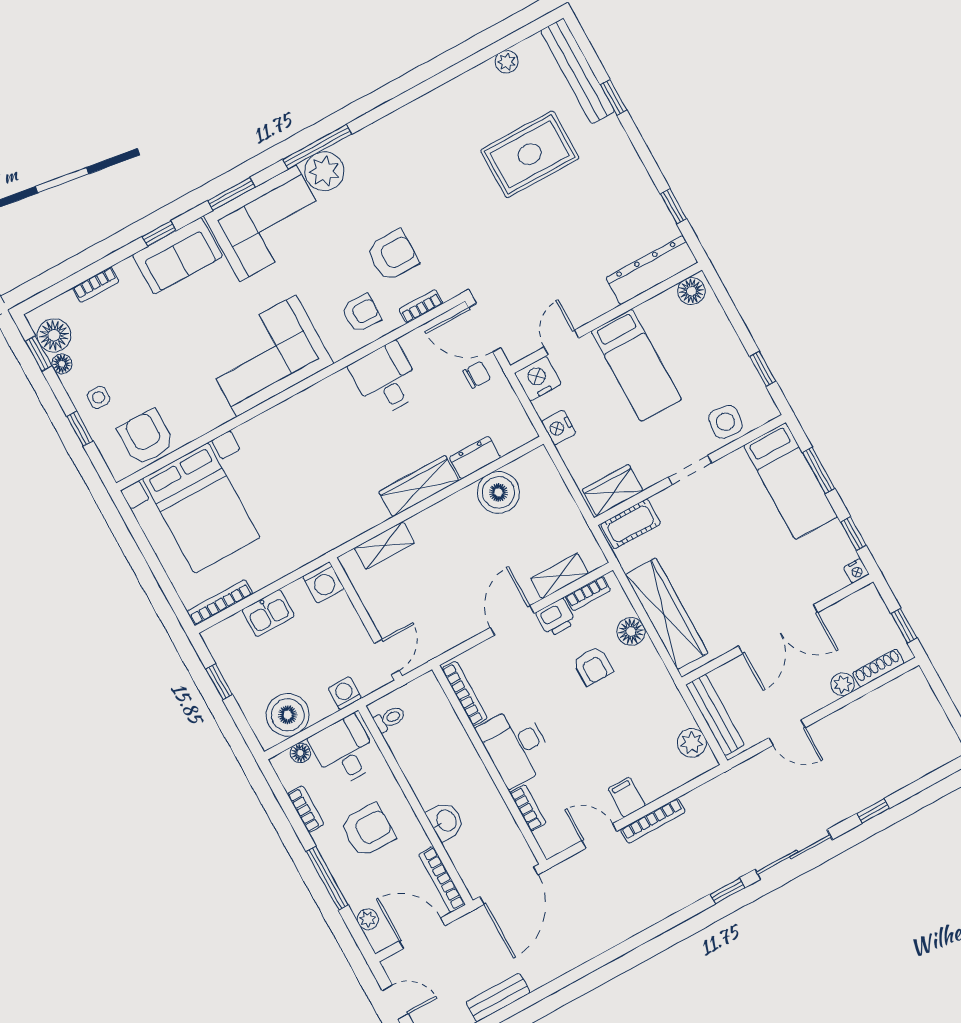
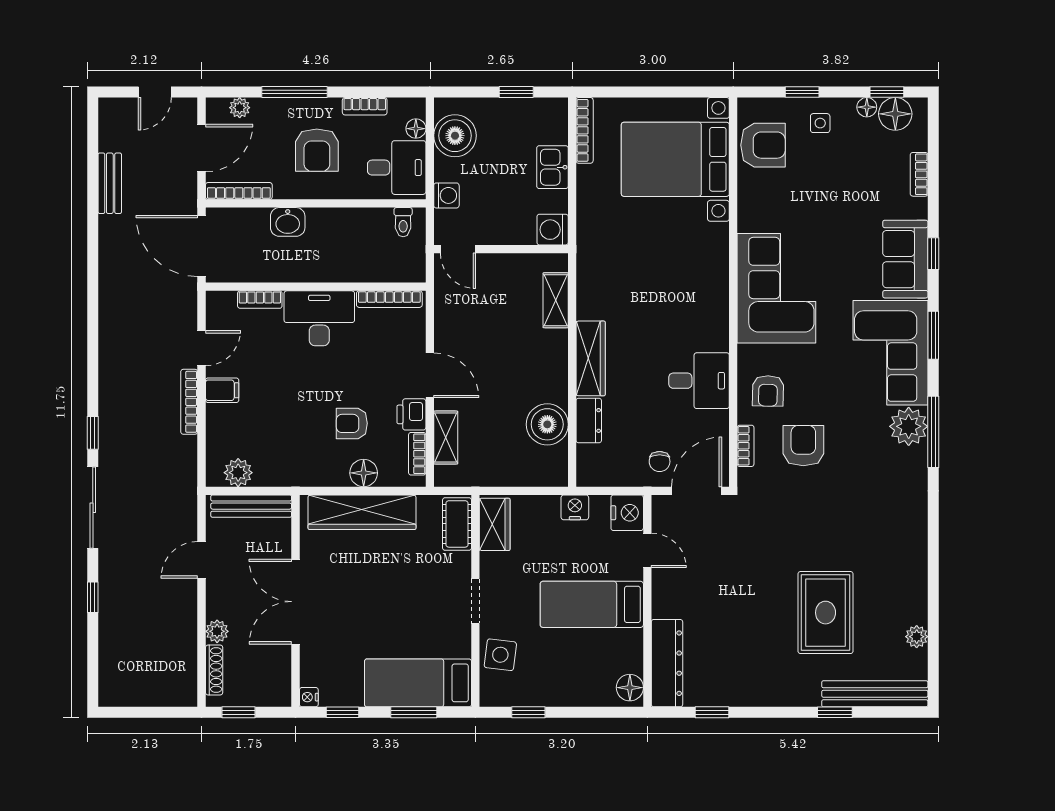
armchair: (393, 255) -> (803, 446), turned 180

